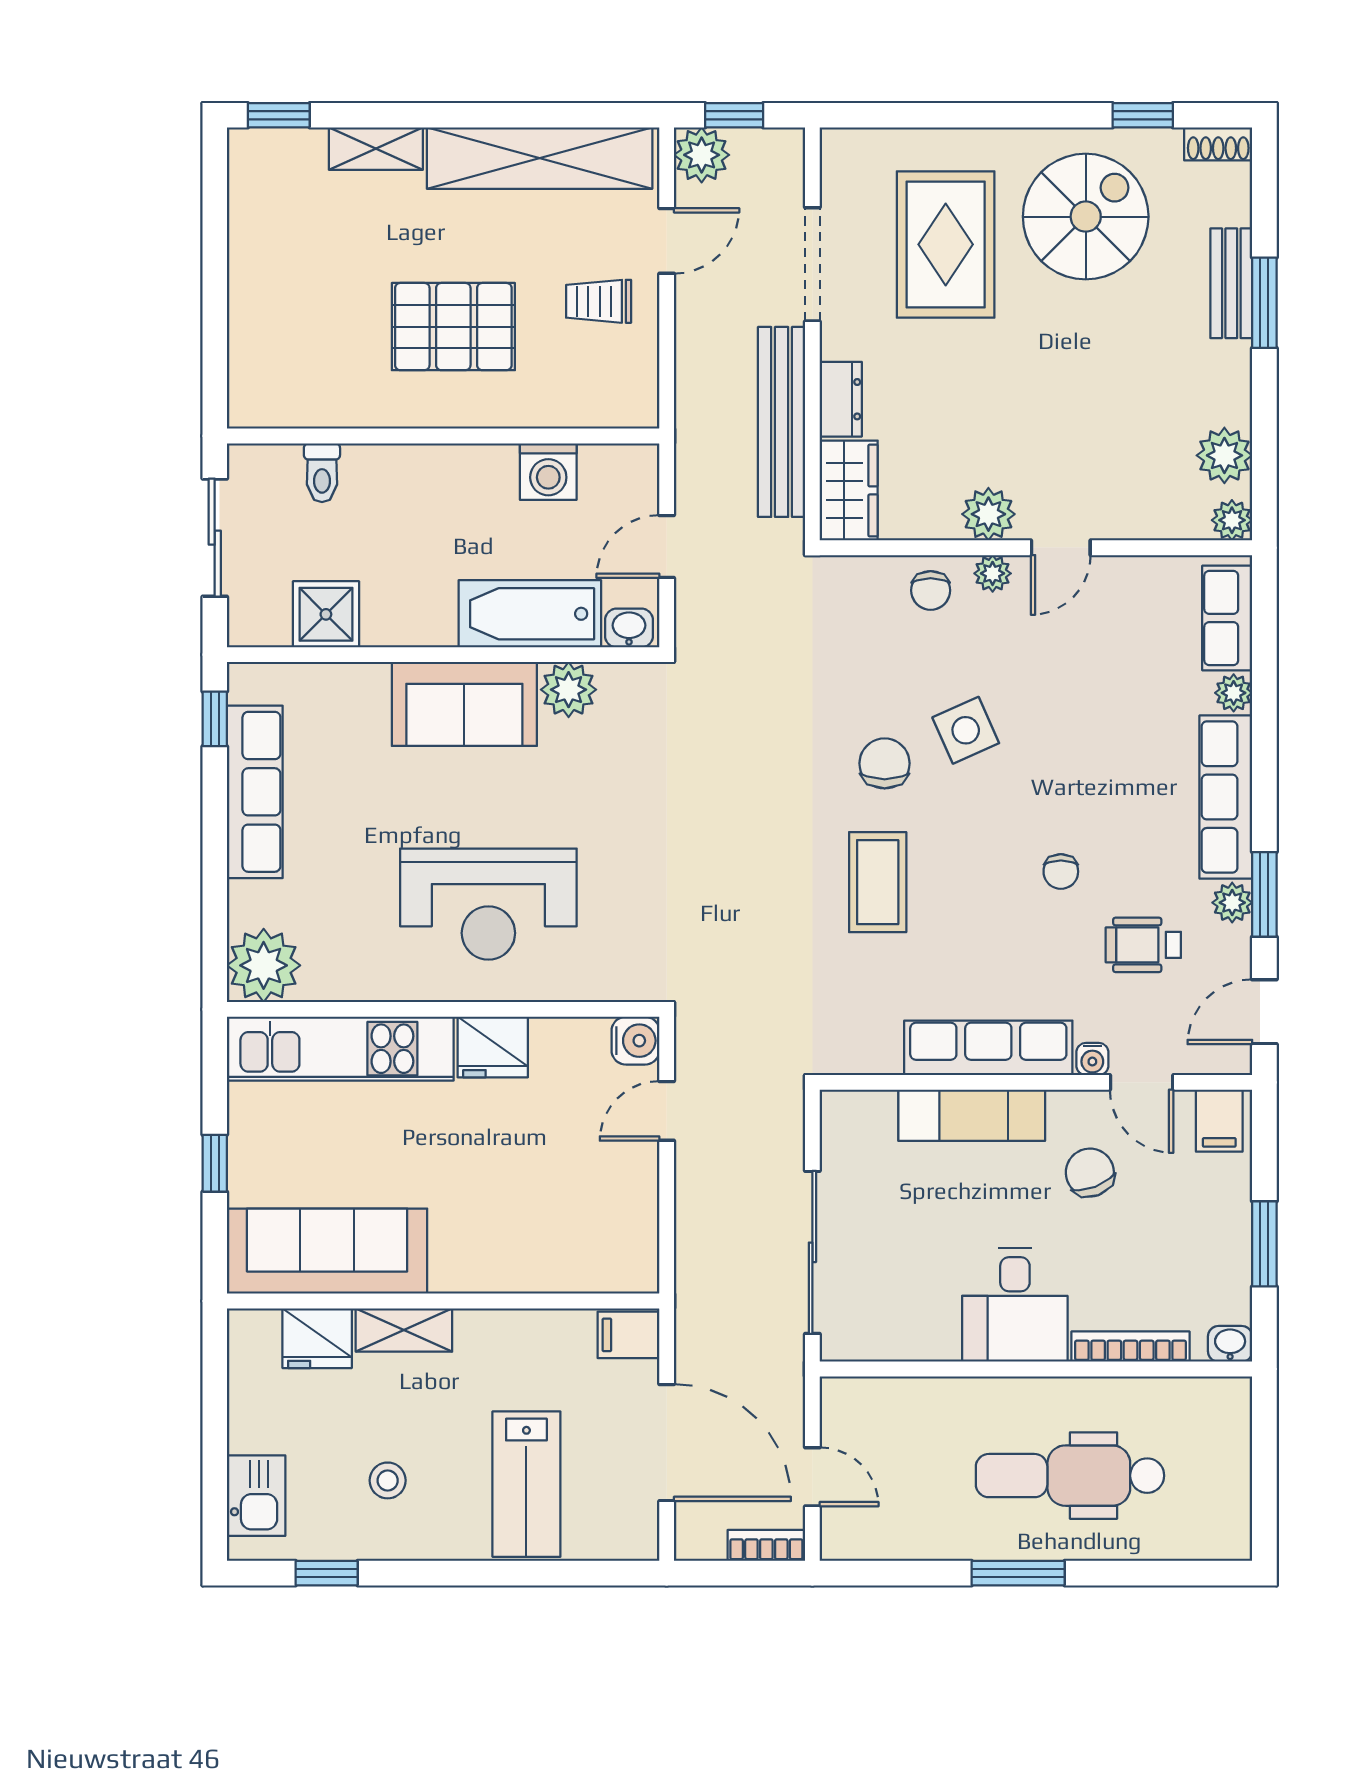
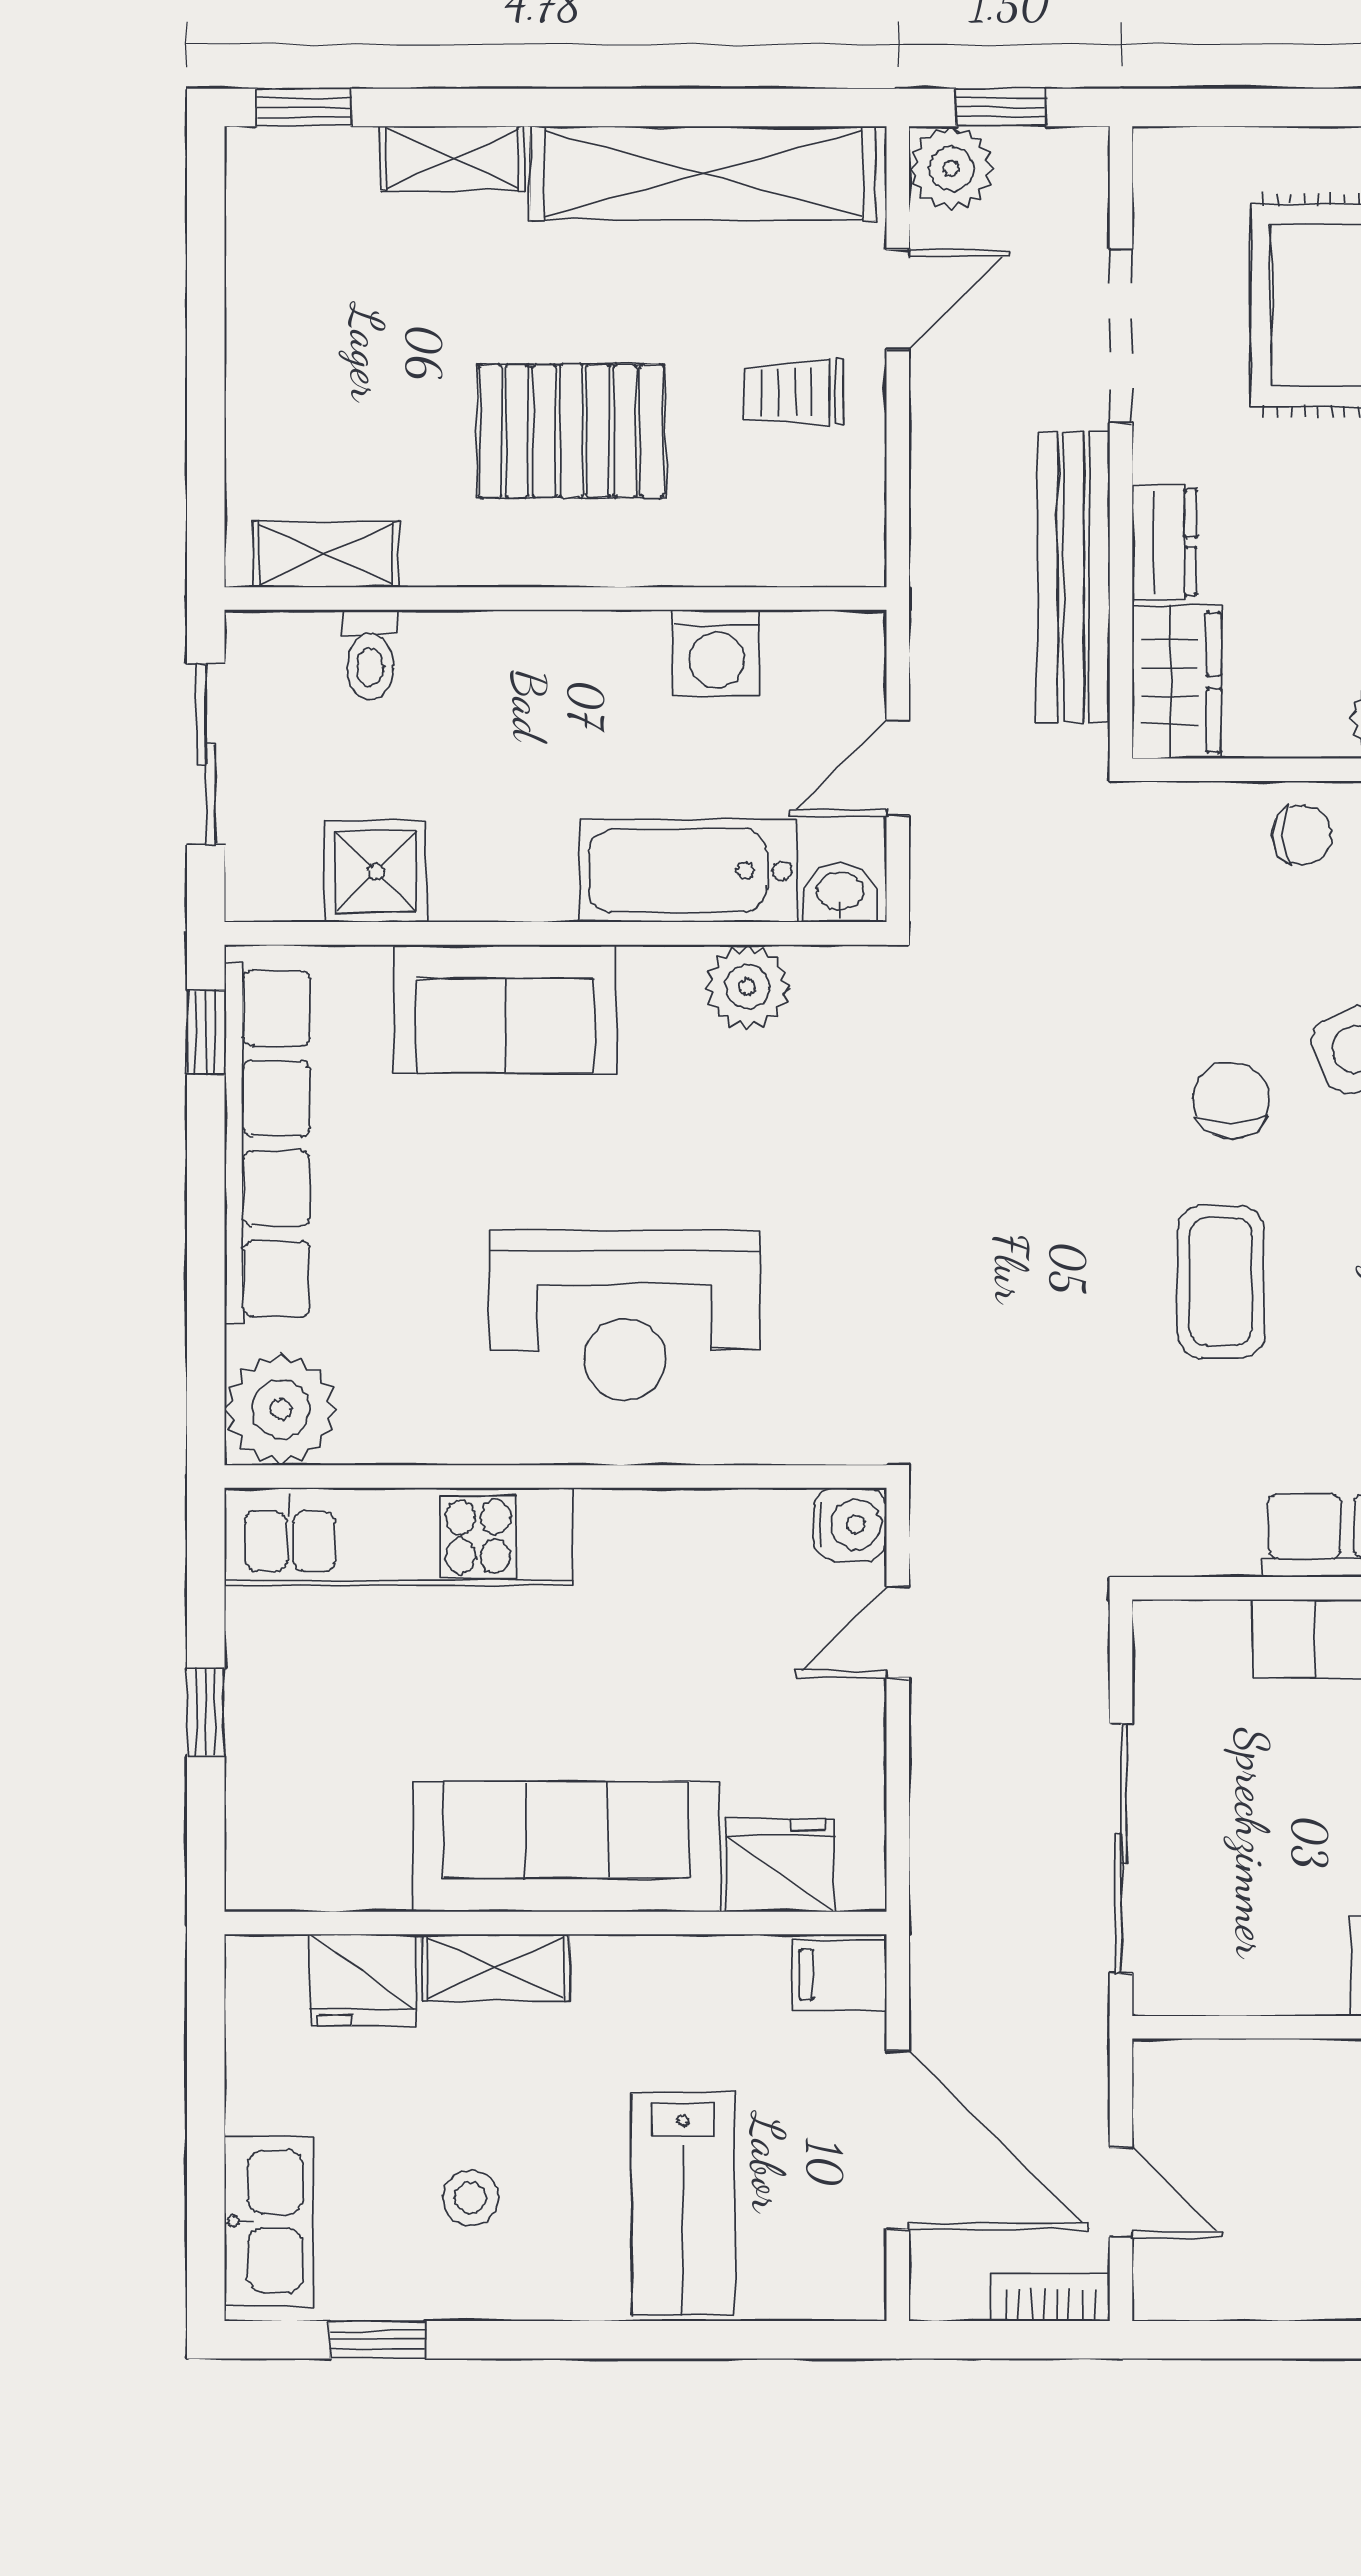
shelving: (293, 407) -> (326, 555), added
chair: (931, 590) -> (1302, 835), turned -90
sofa: (464, 704) -> (505, 1009), moved
row of seats: (255, 792) -> (267, 1143), width x1.36
fridge: (493, 1047) -> (780, 1865), moved, turned 180
sofa: (327, 1251) -> (567, 1847), moved
kitchen sink: (256, 1496) -> (269, 2221), width x1.38

